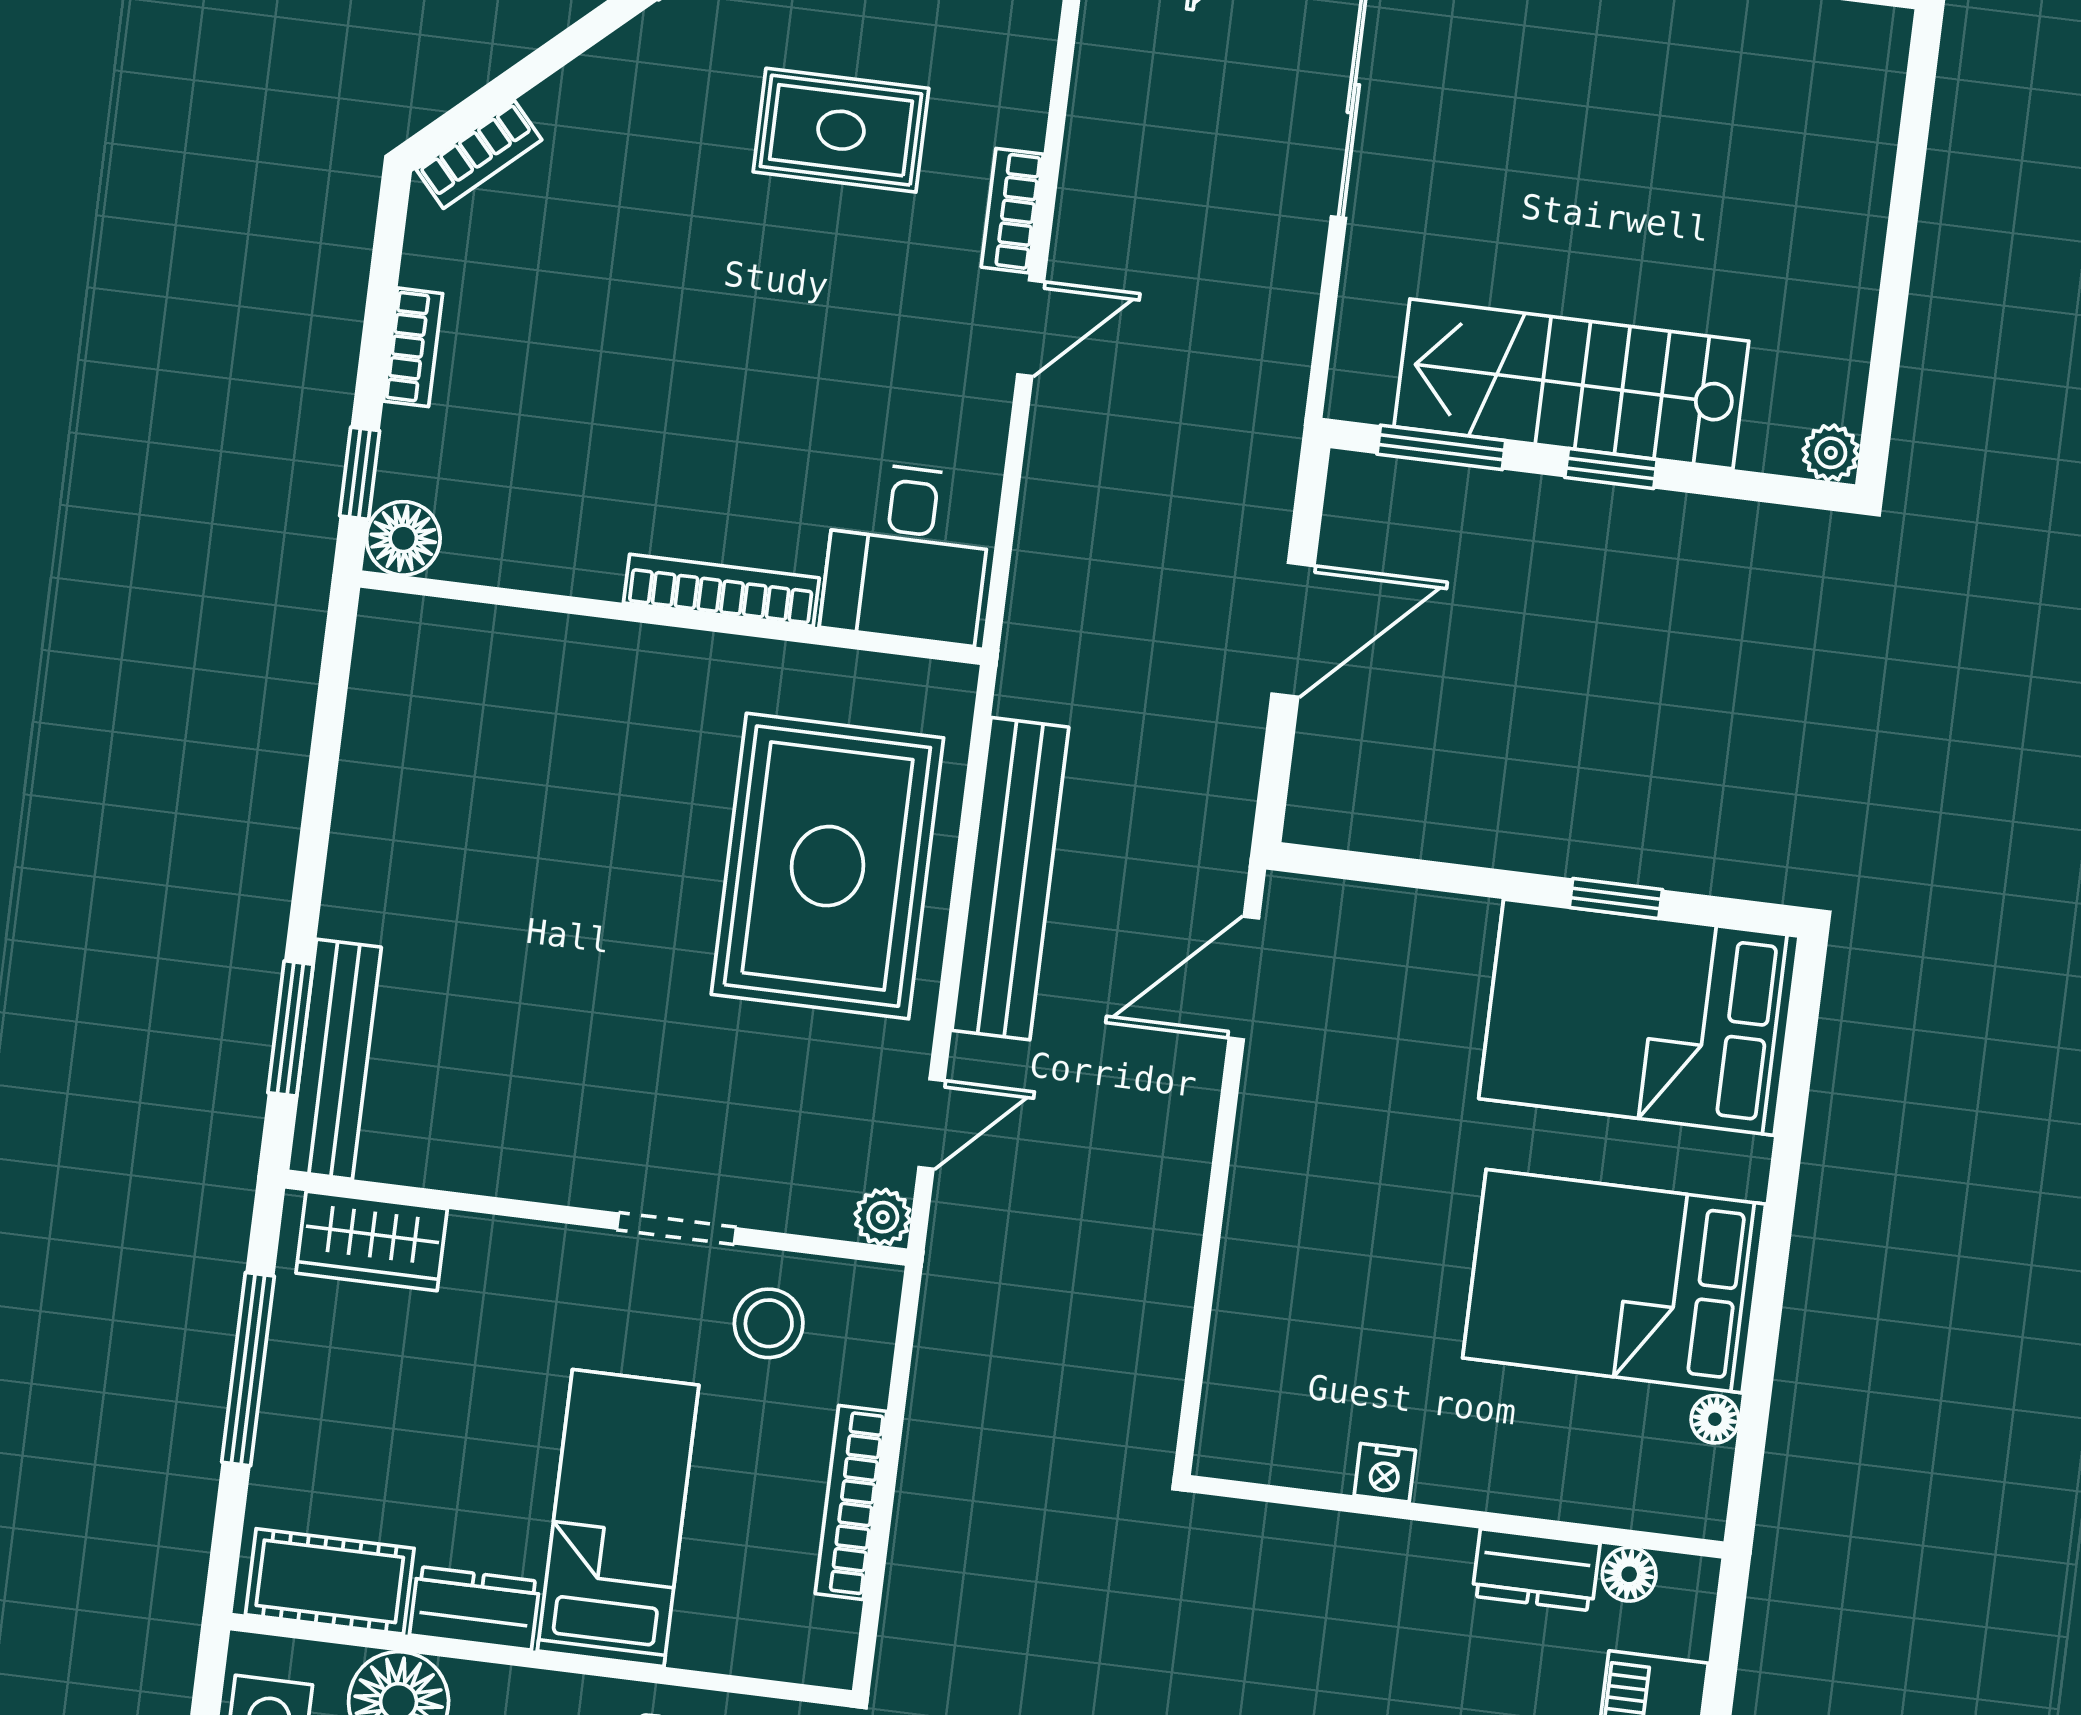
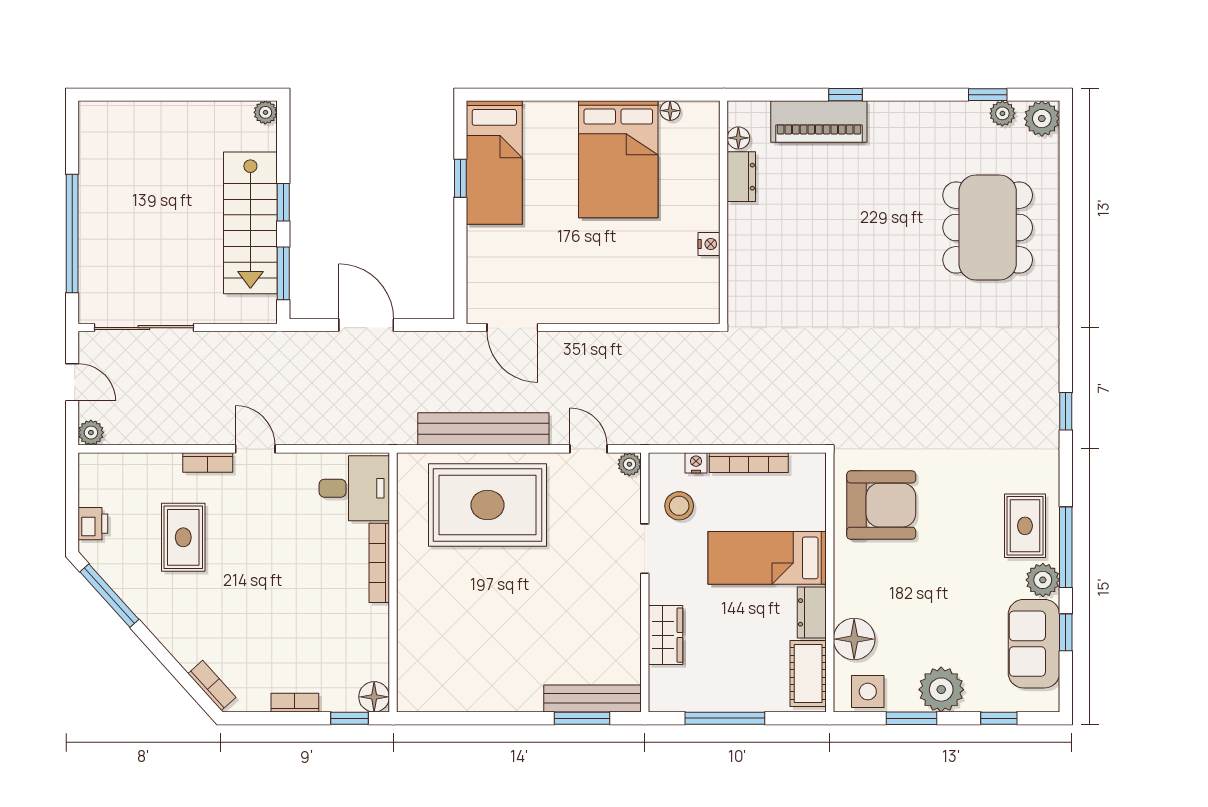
bed: (1639, 1017) -> (494, 163), width x0.67
wardrobe: (372, 1241) -> (666, 635), moved
nightstand: (866, 1376) -> (696, 463), added

